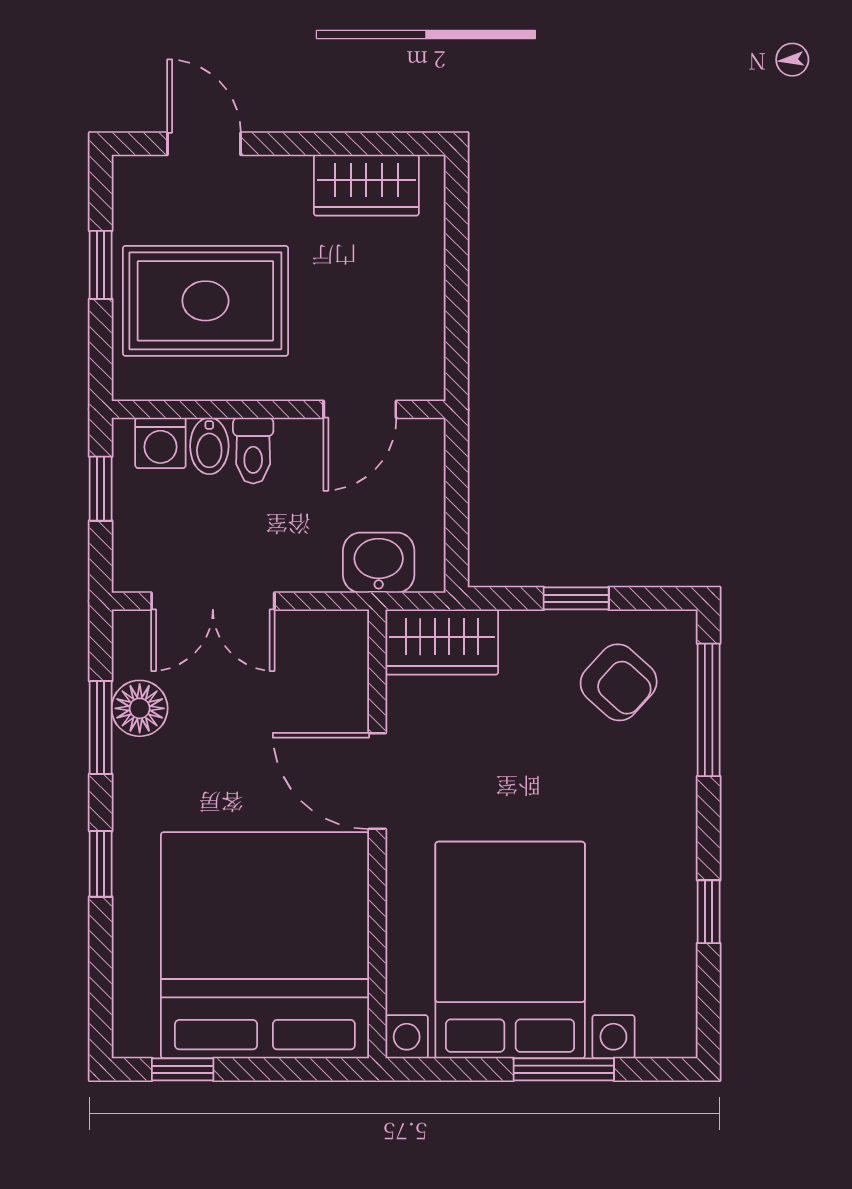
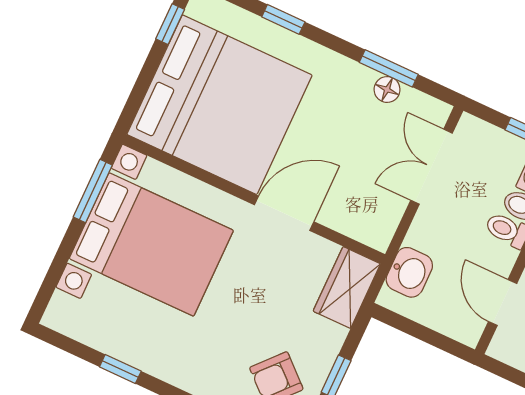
floor lamp: (140, 708) -> (387, 89), width x0.73, depth x0.73
window: (101, 864) -> (283, 19), moved
window: (564, 1069) -> (93, 191), moved

